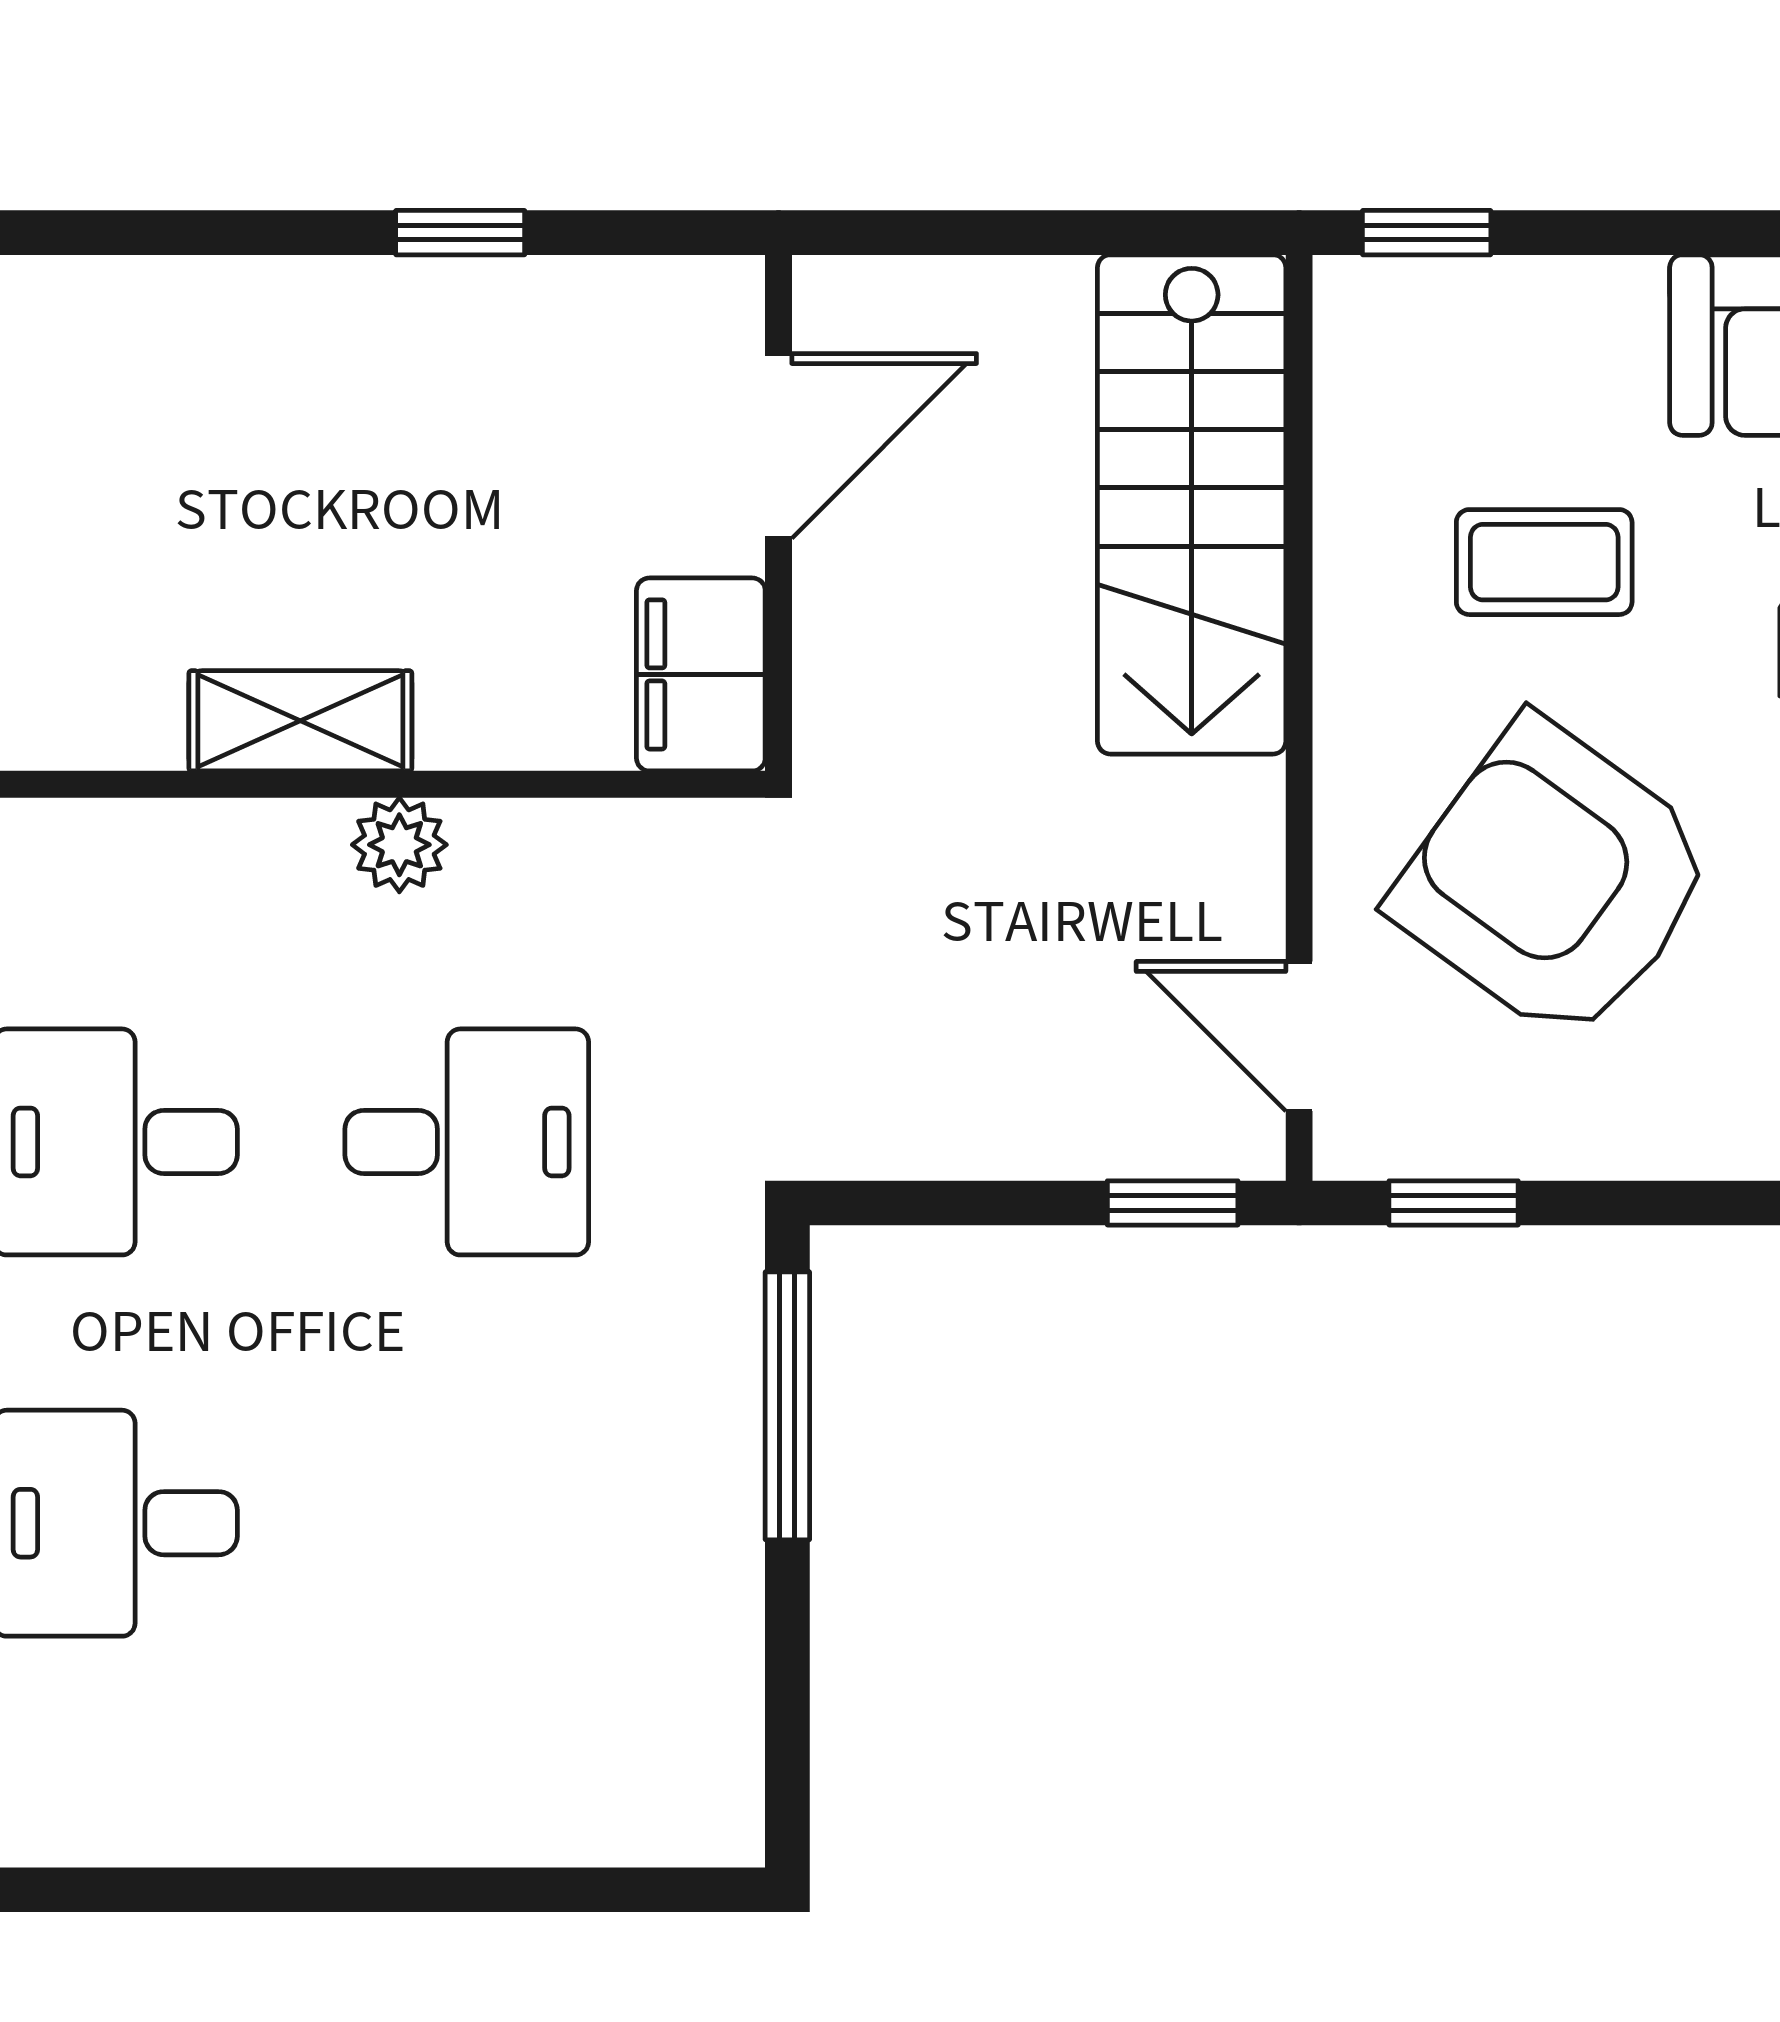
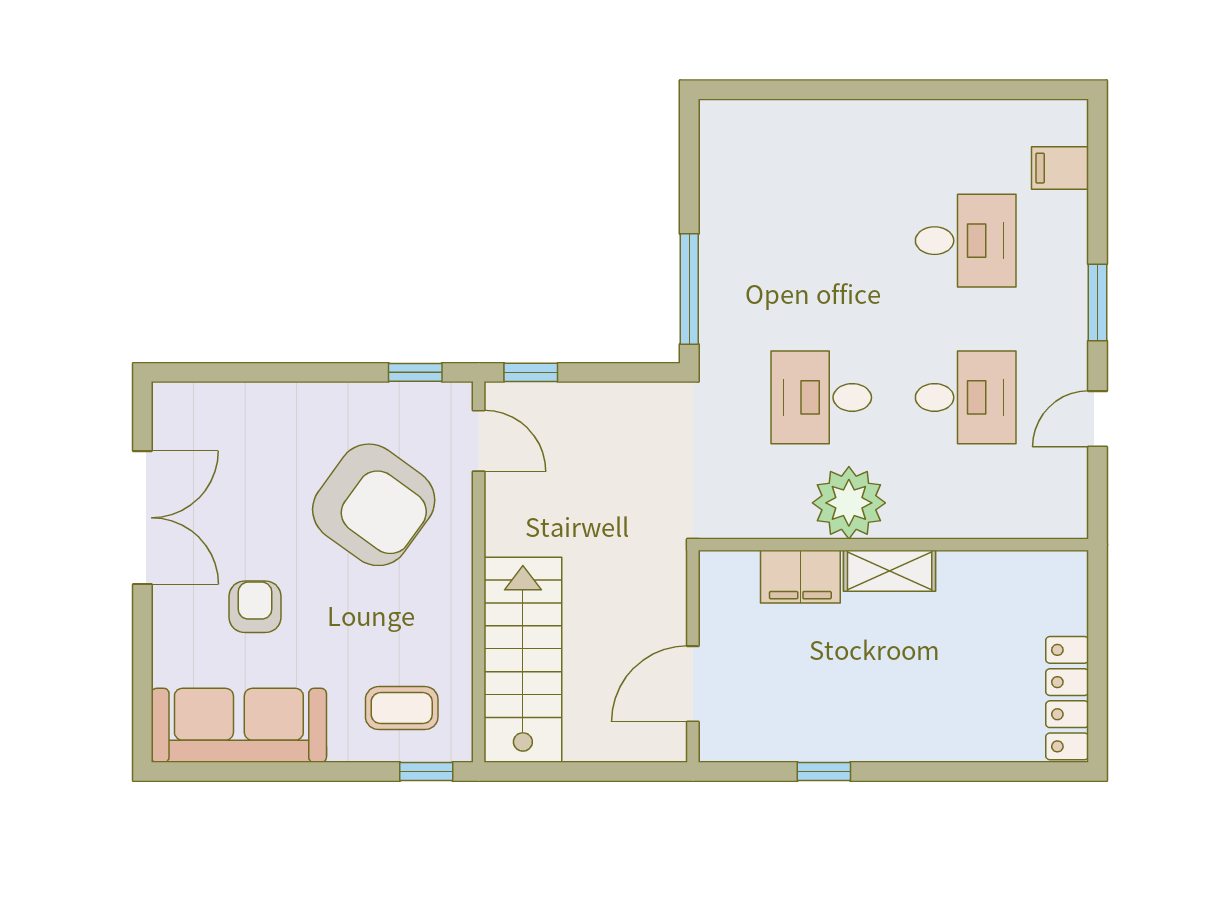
coffee table: (1544, 562) -> (402, 708), moved
filing cabinet: (701, 674) -> (800, 577), moved, turned 90
plant: (399, 845) -> (849, 503), width x1.88, depth x1.88

